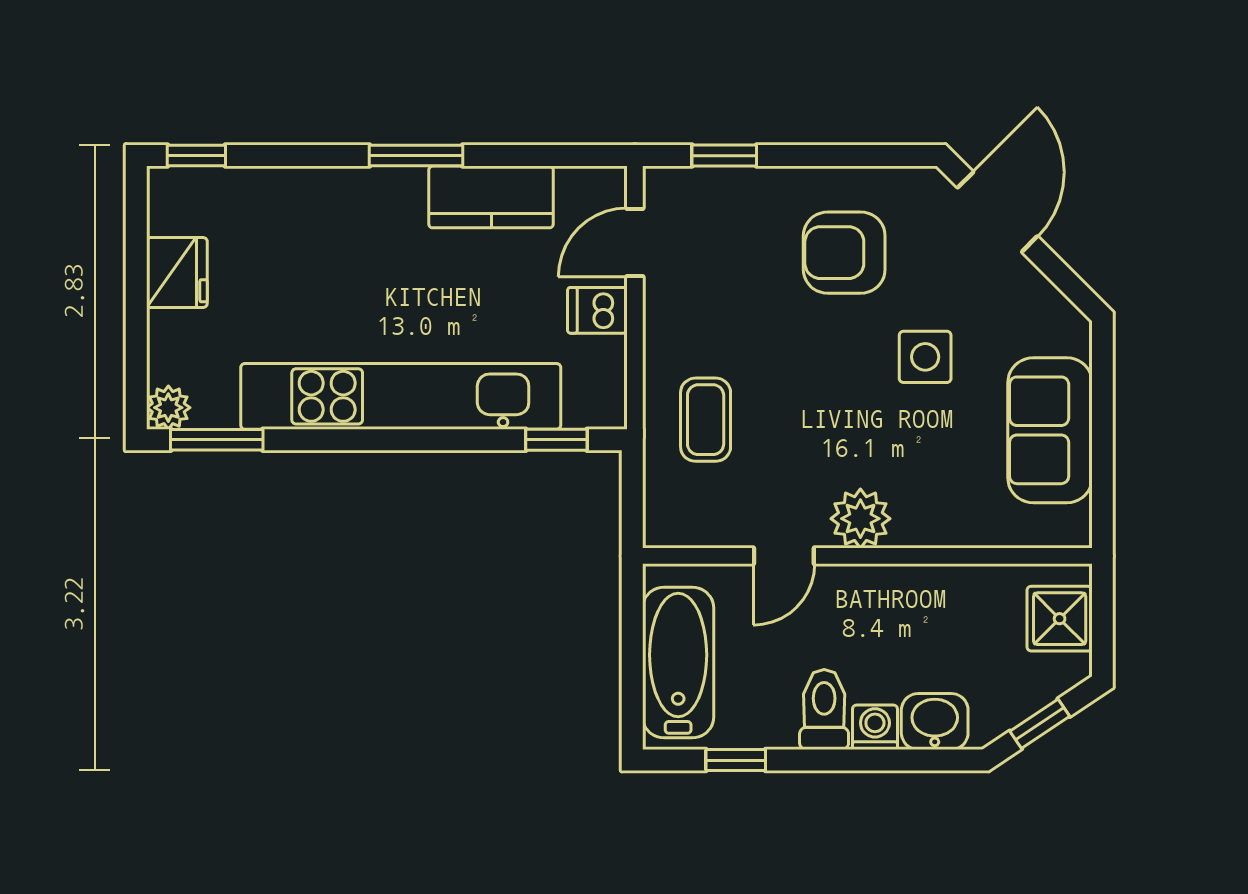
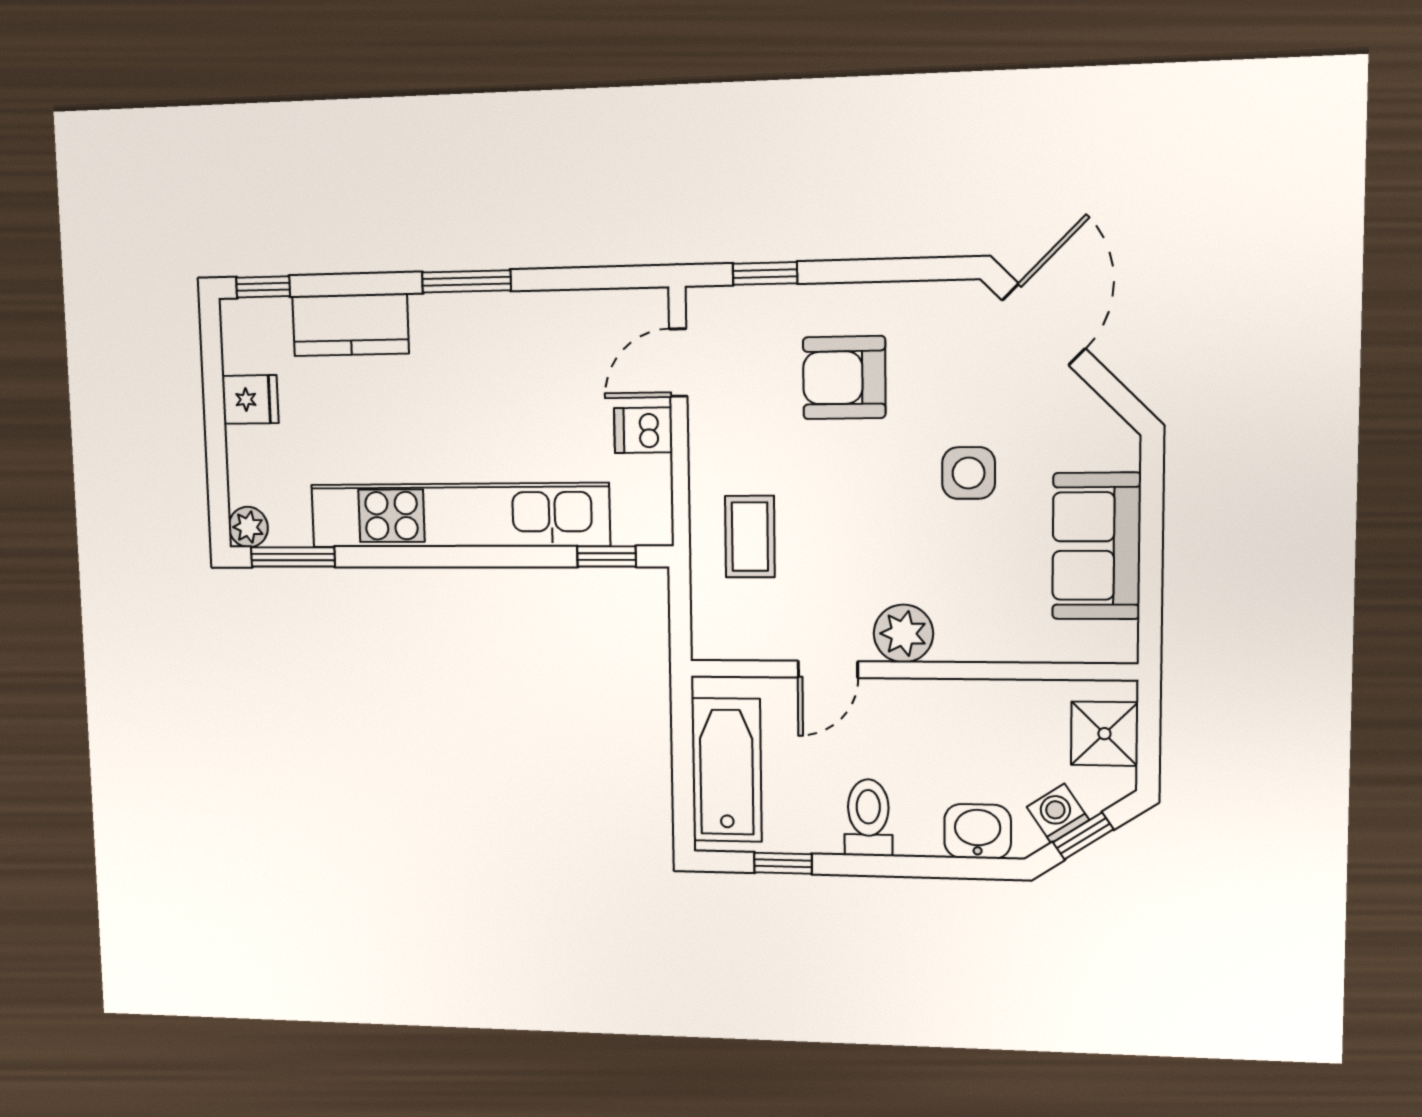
kitchen counter: (491, 197) -> (350, 325), moved
armchair: (844, 253) -> (844, 378), moved
fridge: (177, 272) -> (250, 399), width x0.72
washing machine: (875, 727) -> (1058, 814), moved, turned -34

